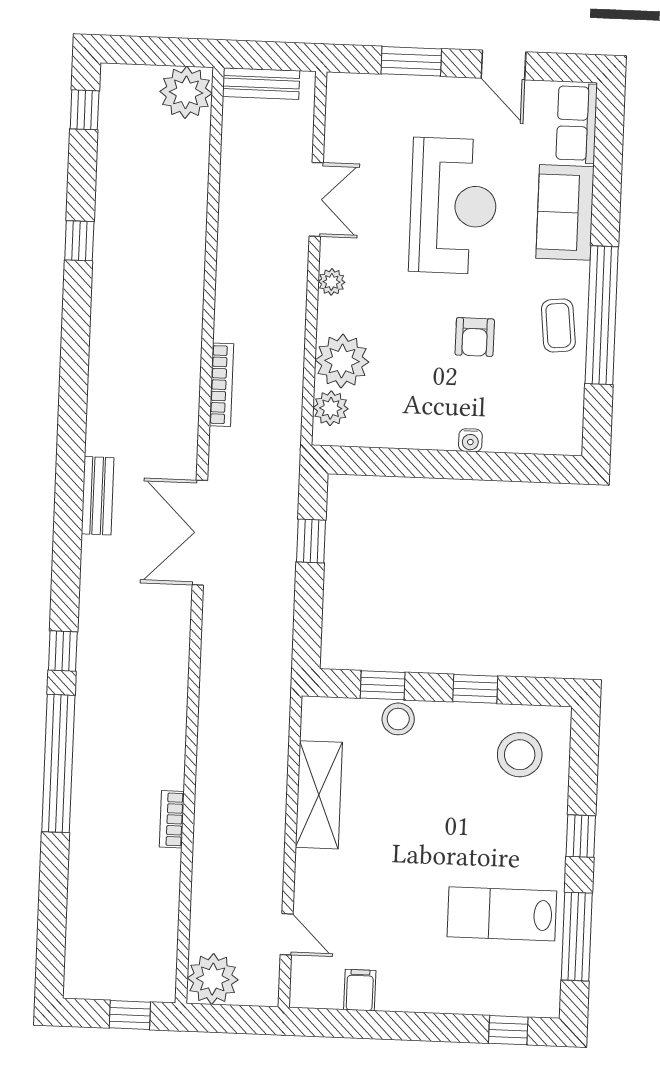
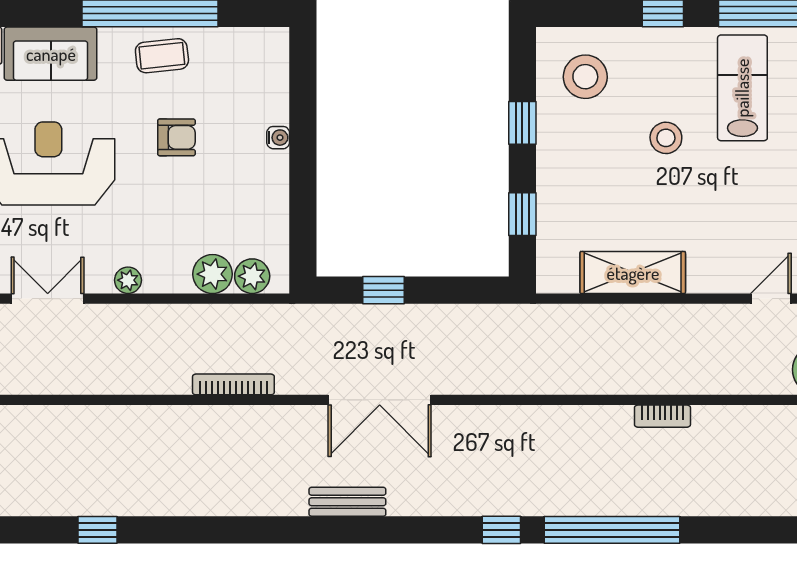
plant: (342, 361) -> (212, 274), width x0.73, depth x0.73
stool: (398, 719) -> (666, 138), moved
lab bench: (502, 914) -> (742, 88), turned 180

